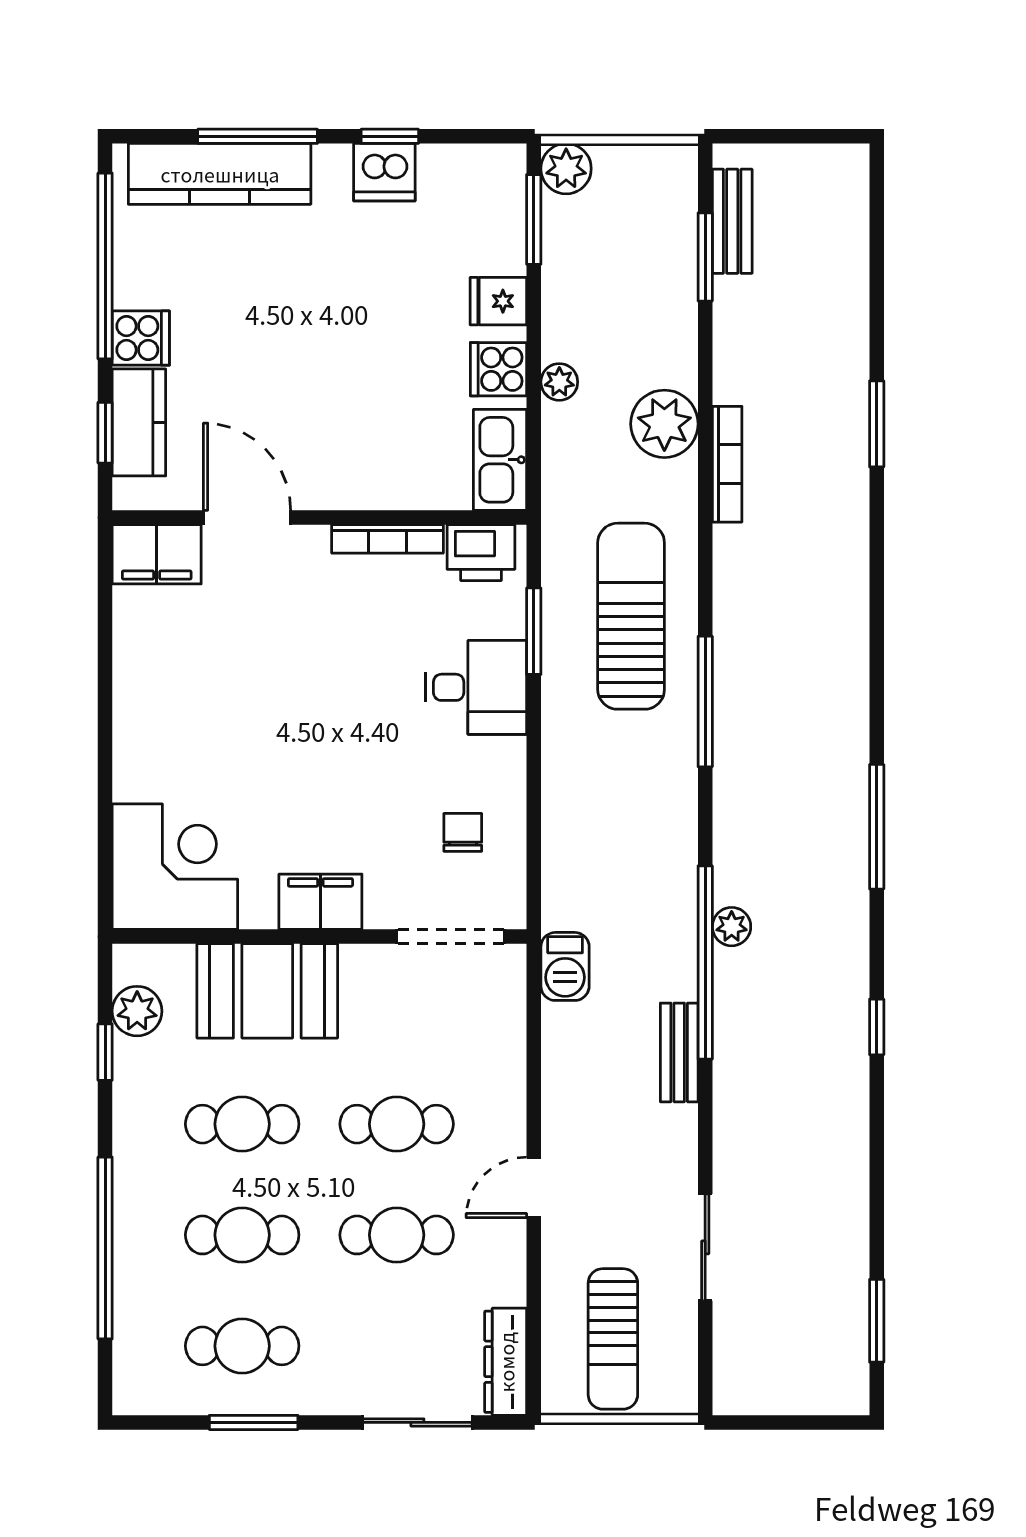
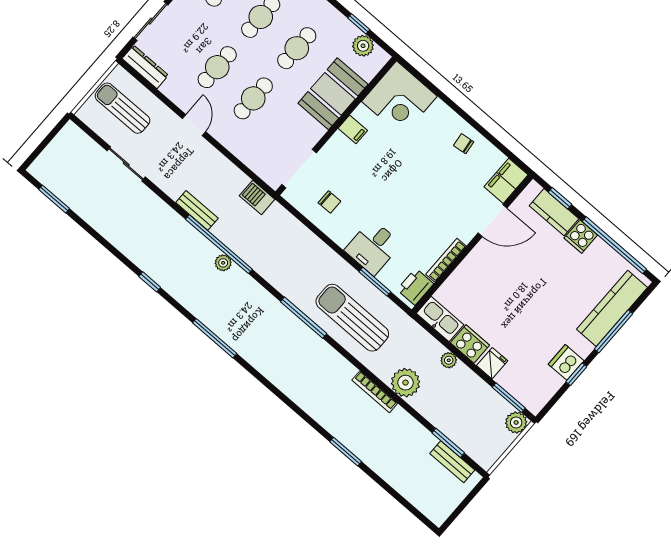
cooker: (498, 369) -> (470, 344), width x1.36
sun lounger: (631, 616) -> (352, 318), turned 180
chair: (156, 685) -> (464, 144), added
filing cabinet: (320, 902) -> (353, 129), width x0.50

